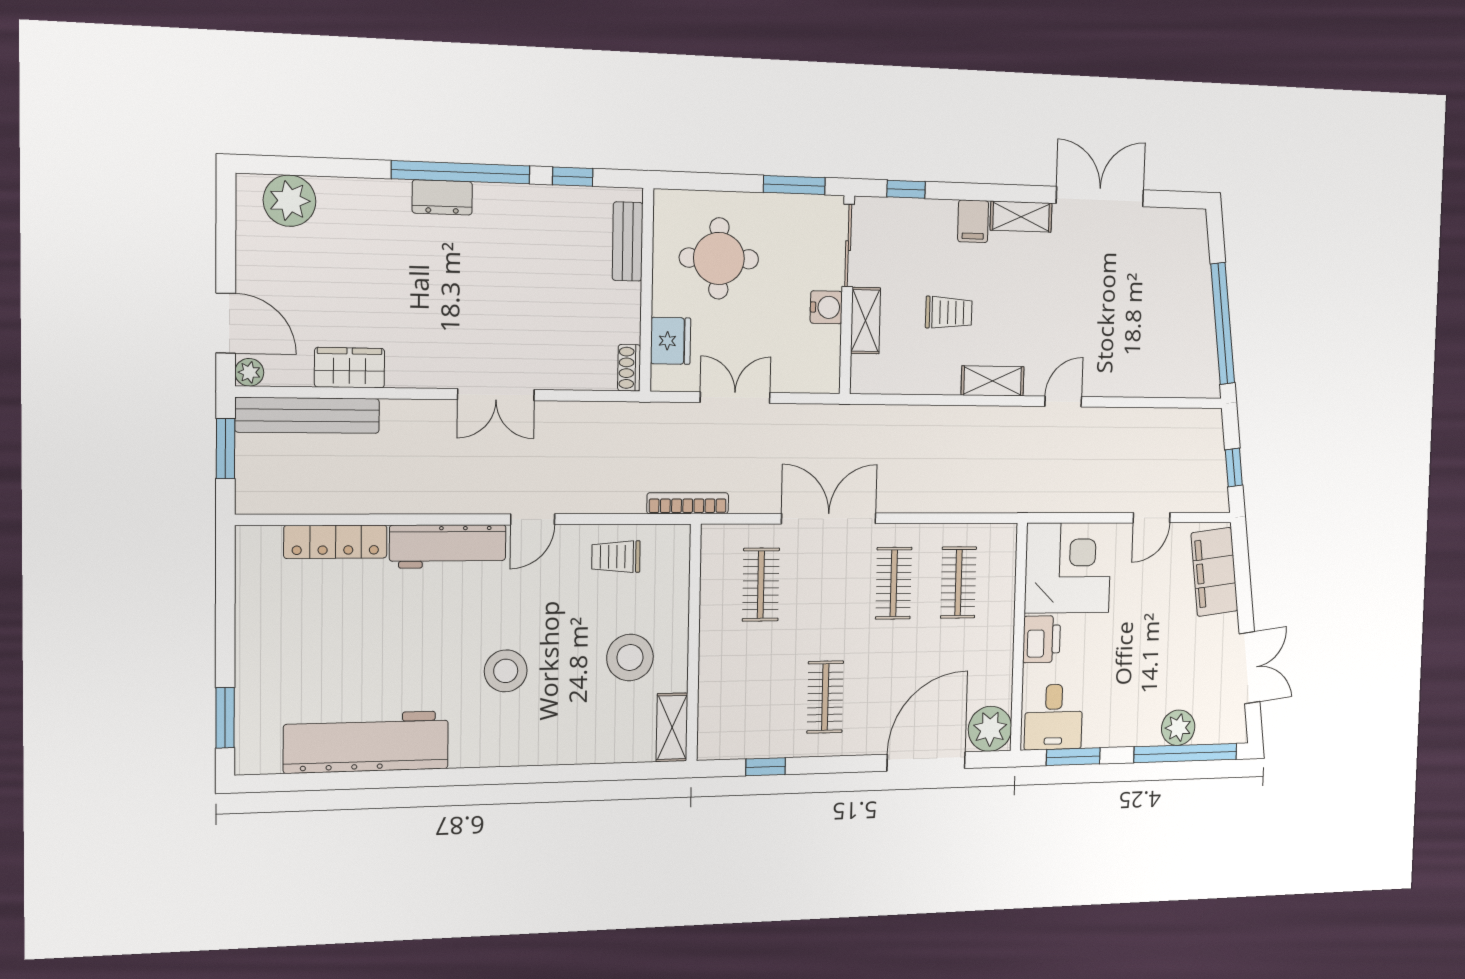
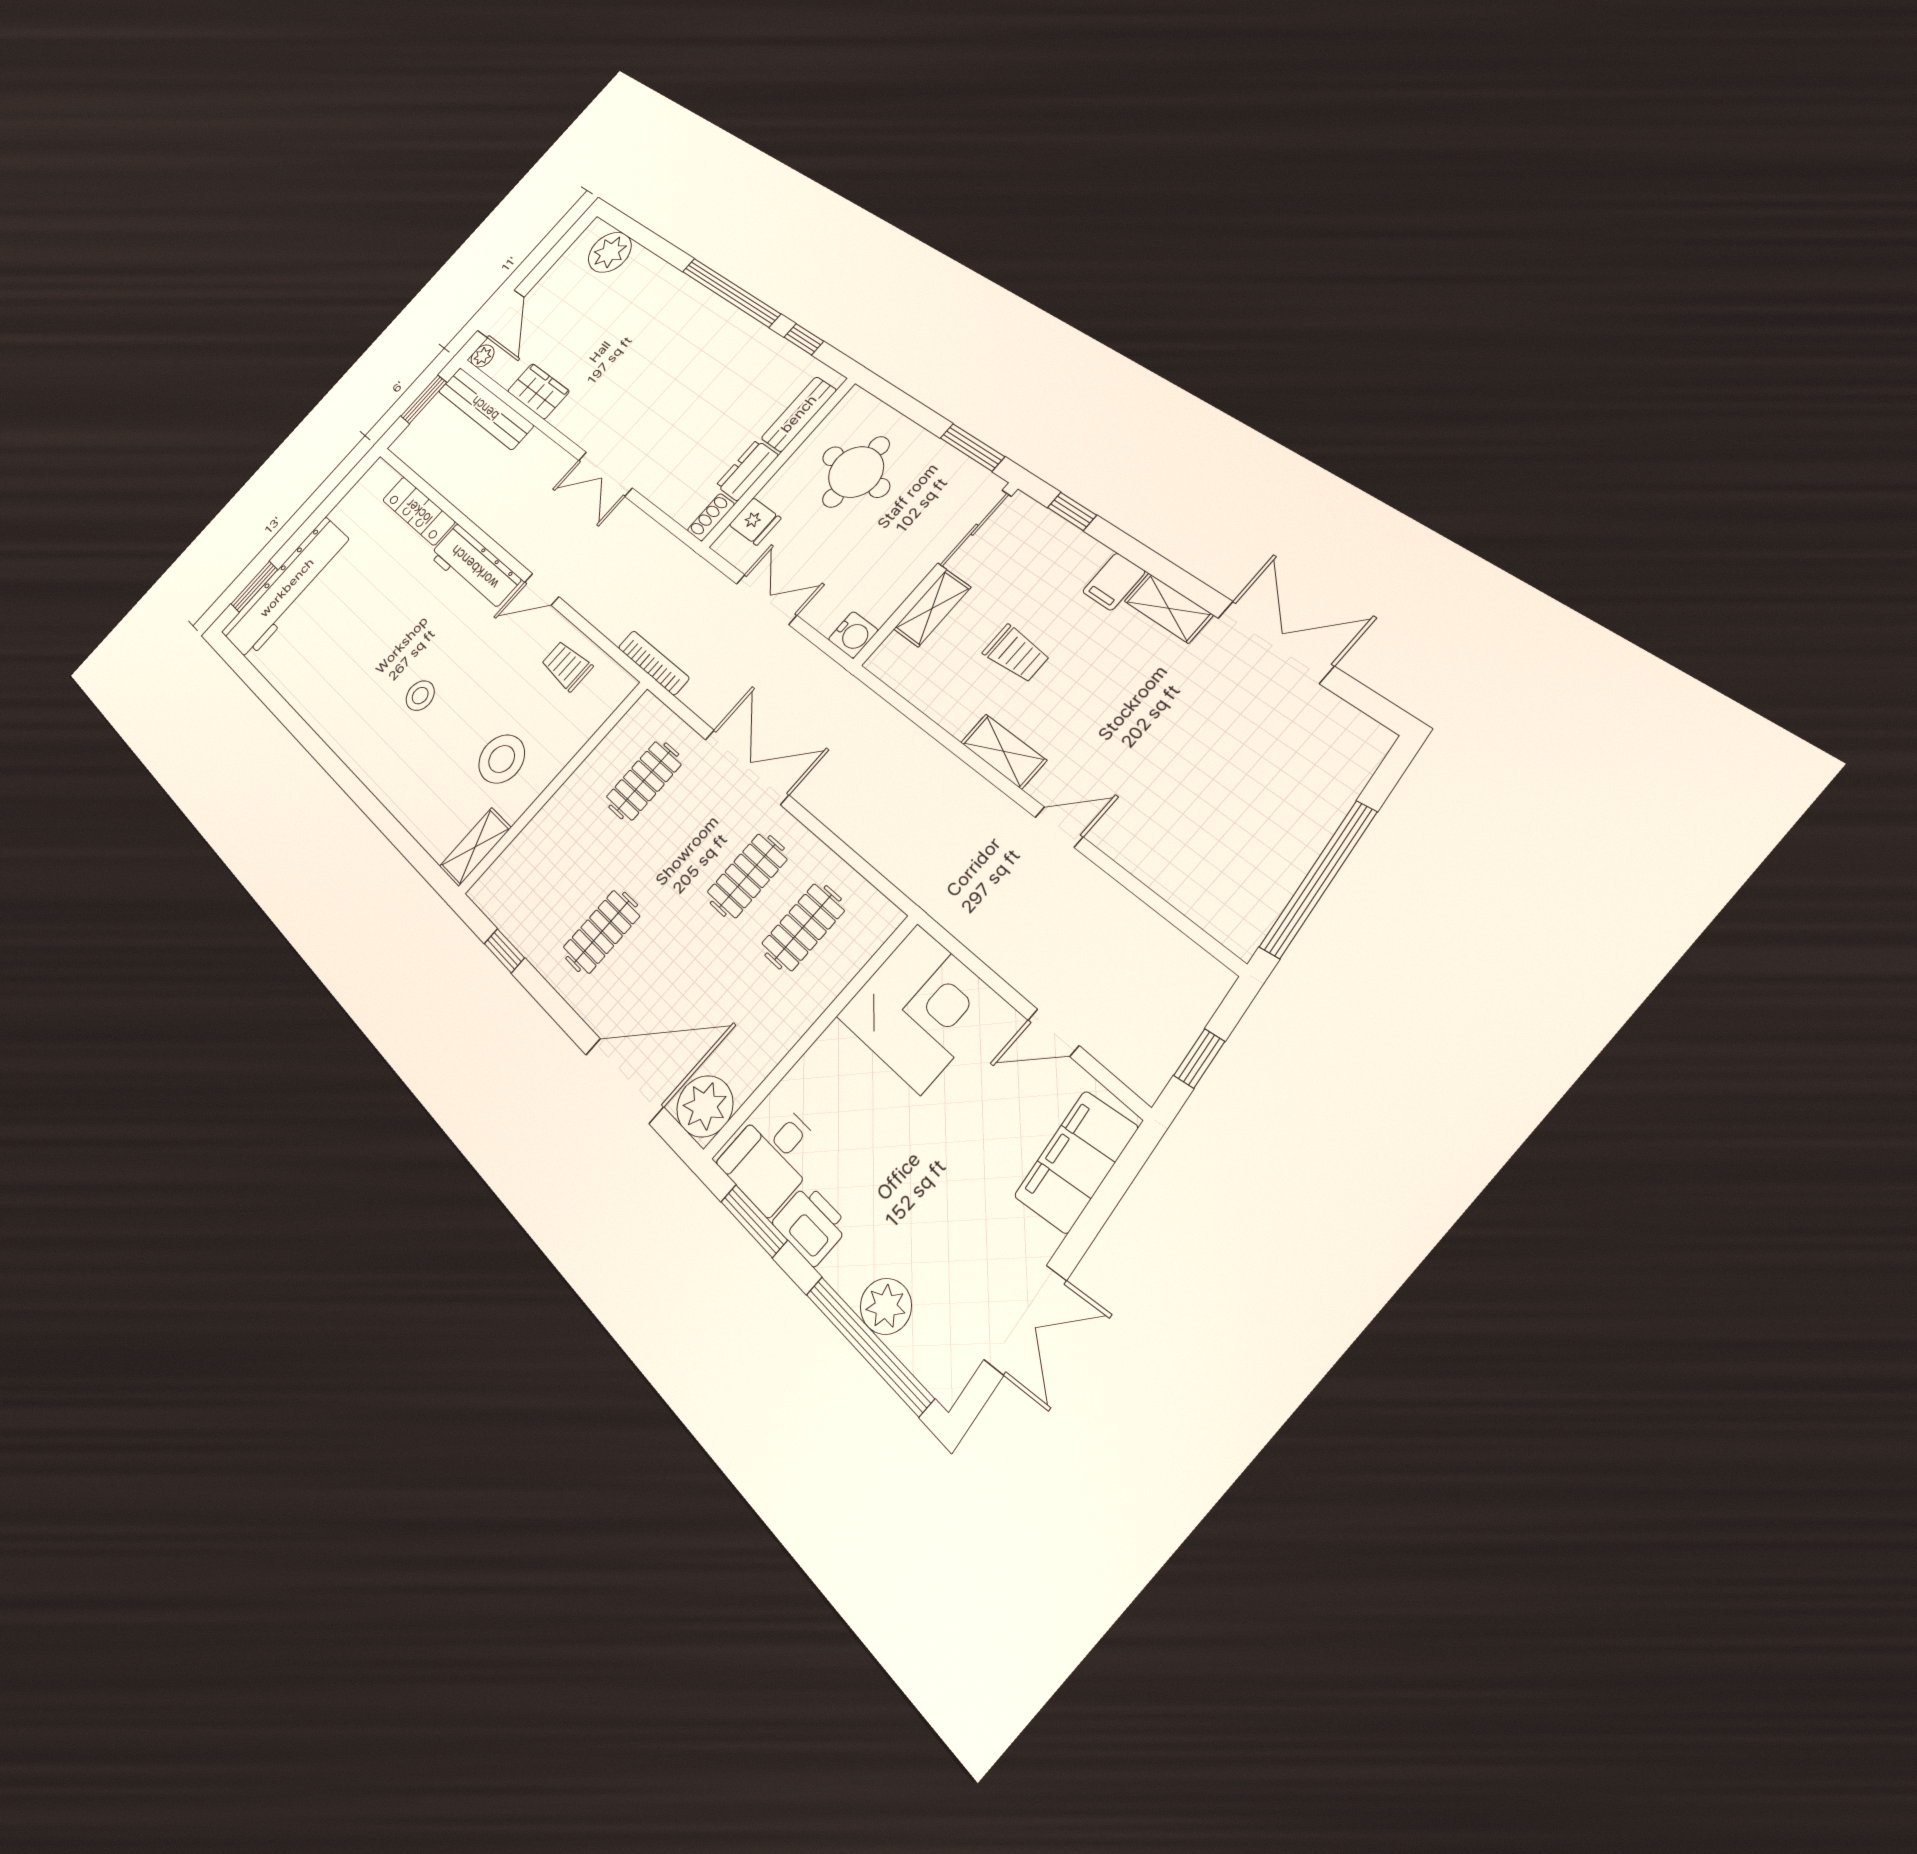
dresser: (442, 197) -> (747, 470), moved, turned 90
water cooler: (826, 307) -> (853, 635), moved
fridge: (671, 341) -> (755, 522), width x0.72
printer: (1042, 639) -> (811, 1224), moved, turned -90
stool: (506, 671) -> (420, 696), width x0.73, depth x0.73
workbench: (366, 742) -> (287, 588), moved, turned 90

